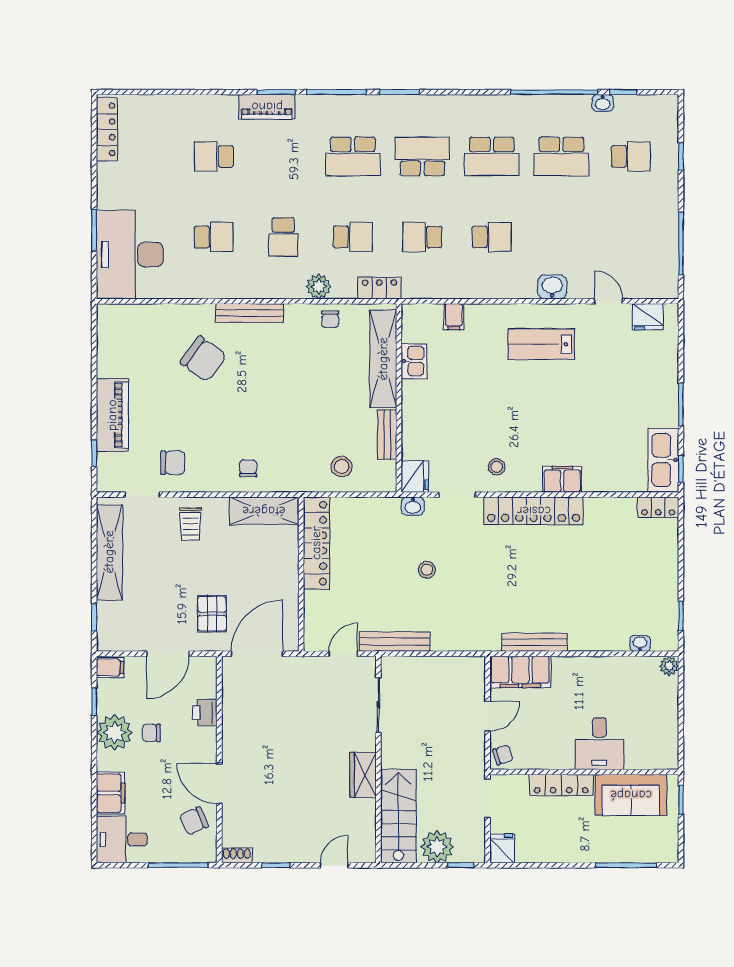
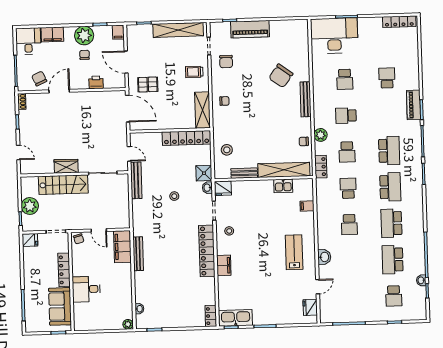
school desk: (353, 156) -> (389, 151), turned 180
shower: (385, 512) -> (204, 173), added
stairs: (398, 816) -> (63, 185), moved

